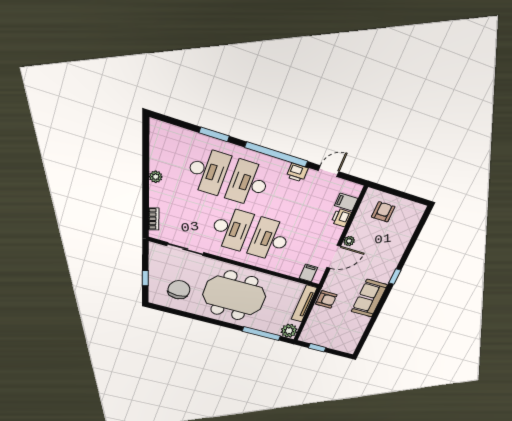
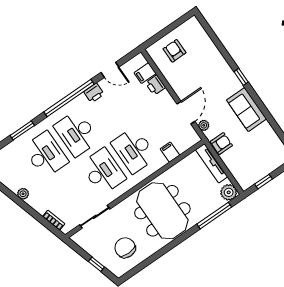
door: (329, 171) -> (110, 70), swing flipped
plant: (349, 241) -> (204, 125), moved
filing cabinet: (308, 273) -> (170, 152), moved
meeting table: (234, 295) -> (162, 211), turned 90

